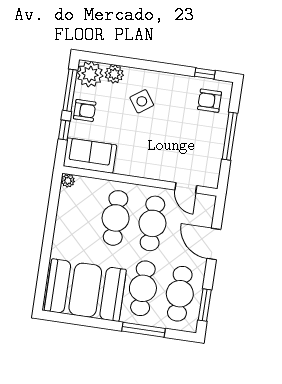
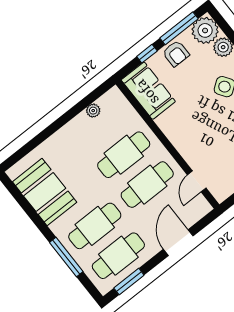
plant: (68, 181) -> (93, 111), moved
booth: (85, 290) -> (45, 192), width x0.73, depth x0.70

